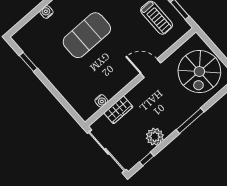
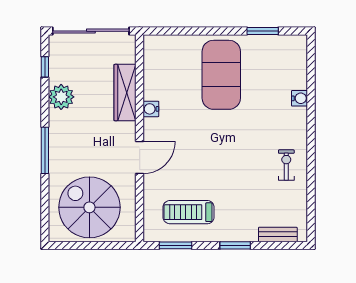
exercise mat: (87, 35) -> (221, 75), moved
water cooler: (101, 101) -> (151, 109), moved
wardrobe: (118, 110) -> (125, 93), width x1.50

